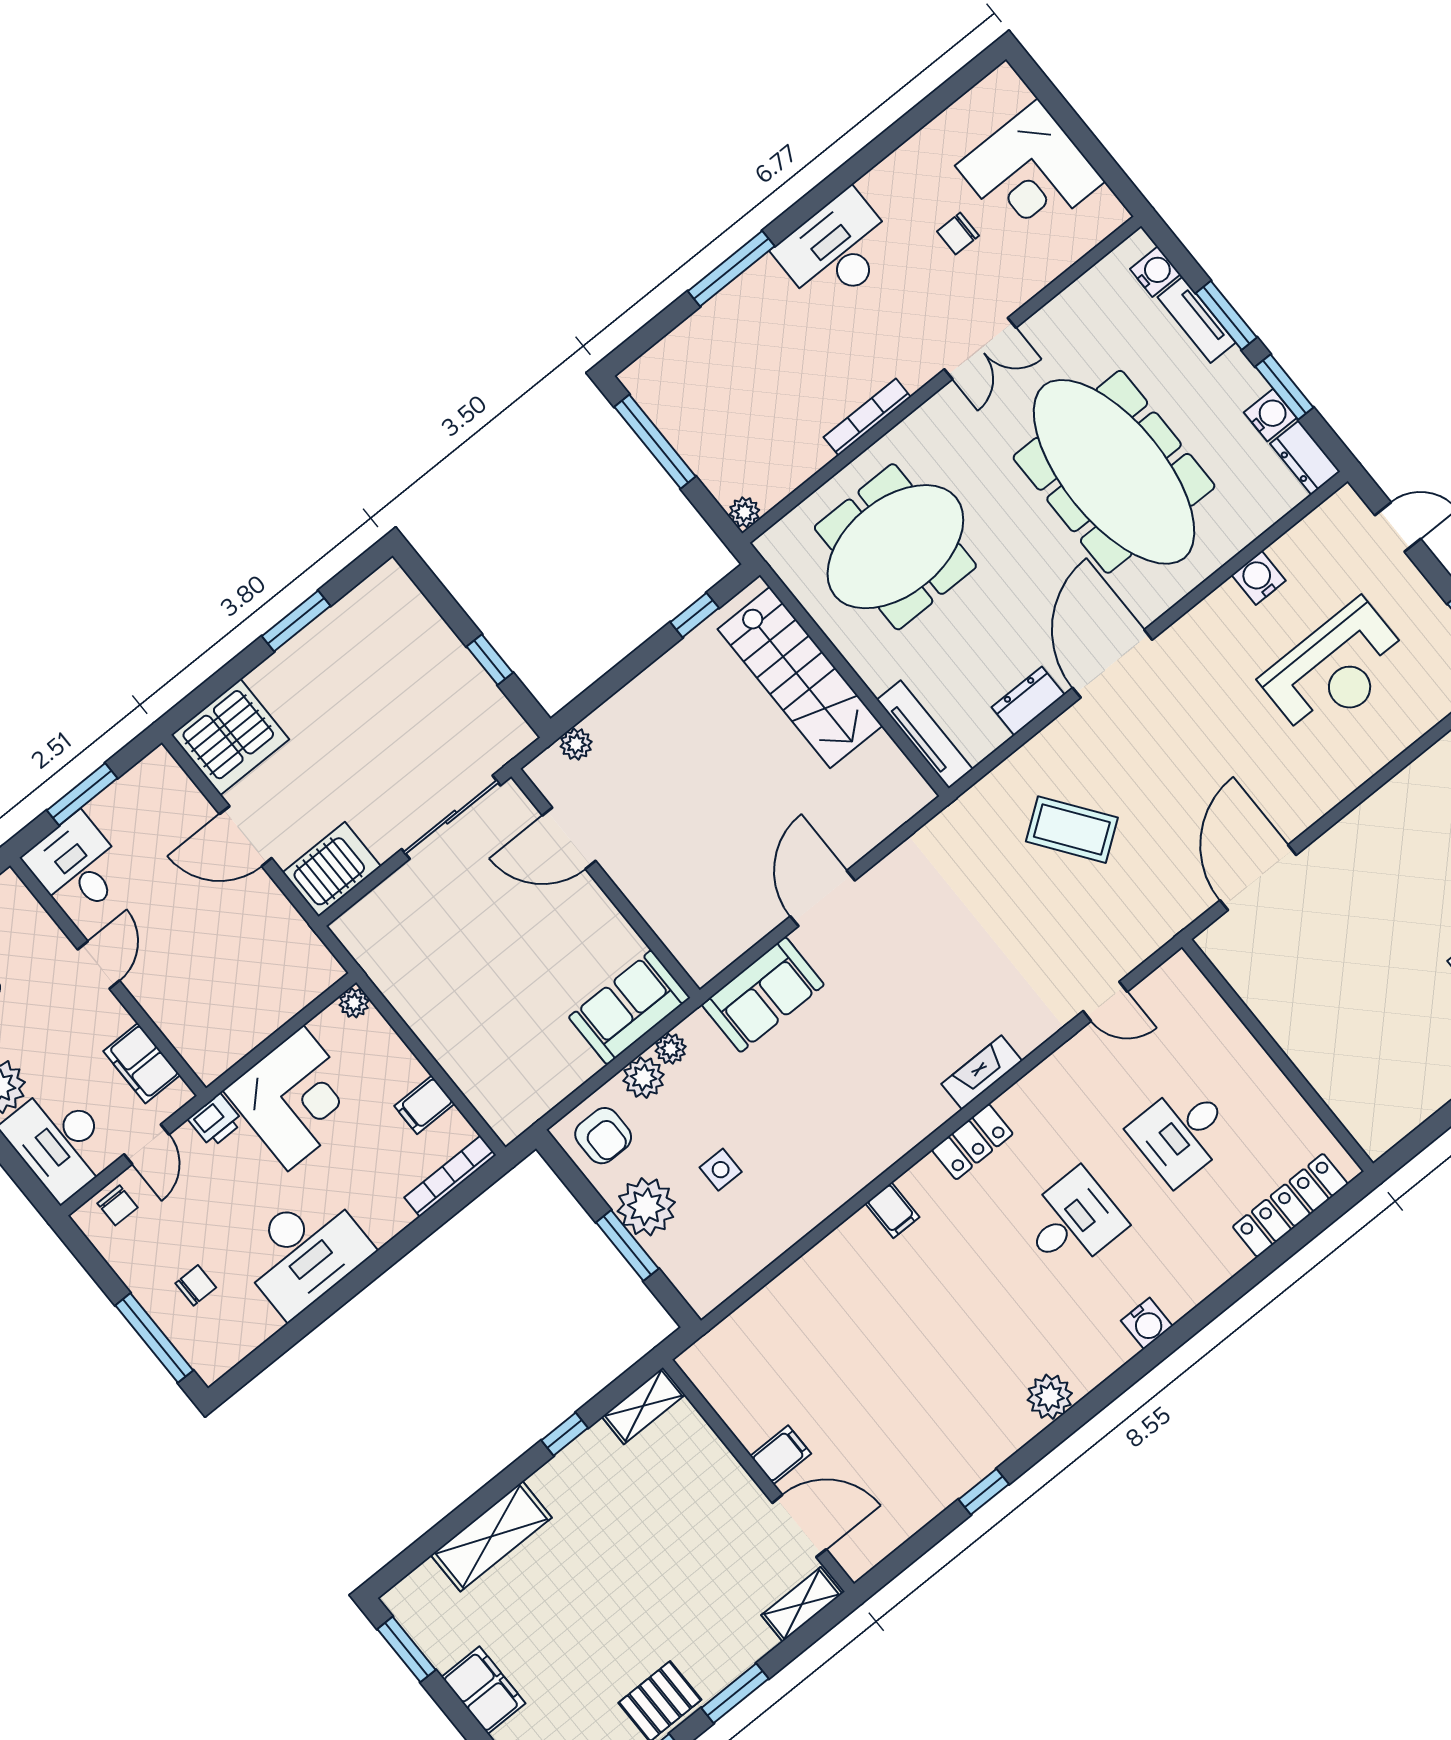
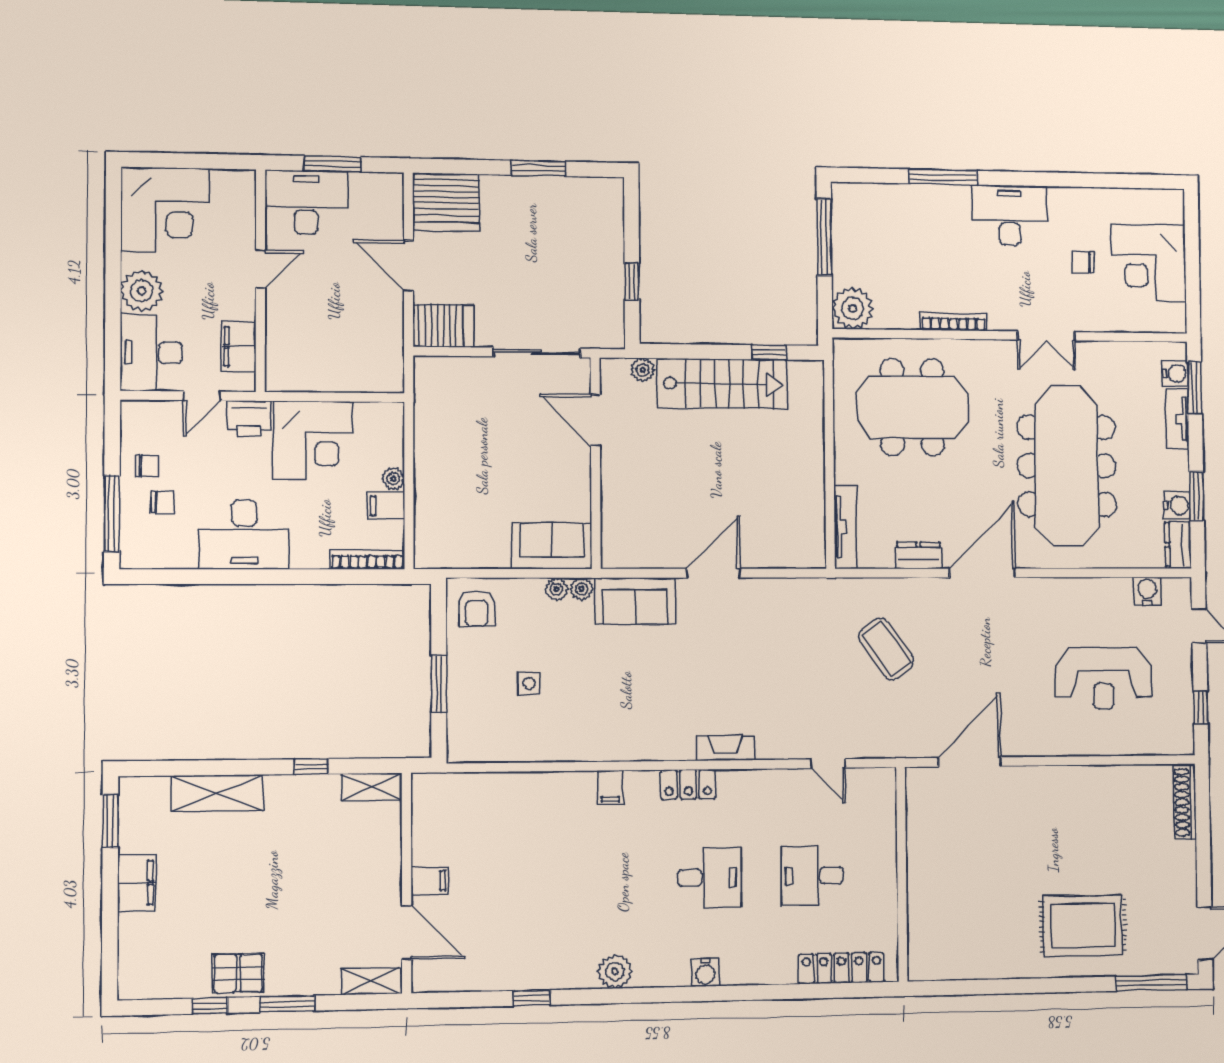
window: (1226, 315) -> (1195, 388), moved
plant: (744, 512) -> (852, 308), width x1.87, depth x1.87
water cooler: (1259, 578) -> (1147, 591), moved
stairs: (800, 678) -> (722, 384), moved, turned -90
desk: (77, 866) -> (306, 202), width x1.37
plant: (354, 1003) -> (393, 479), moved
plant: (643, 1078) -> (581, 589), moved, width x0.73, depth x0.73
printer: (216, 1121) -> (249, 419), width x1.36, depth x1.24
chair: (118, 1205) -> (147, 466), moved, turned -90
plant: (646, 1207) -> (468, 670), removed

